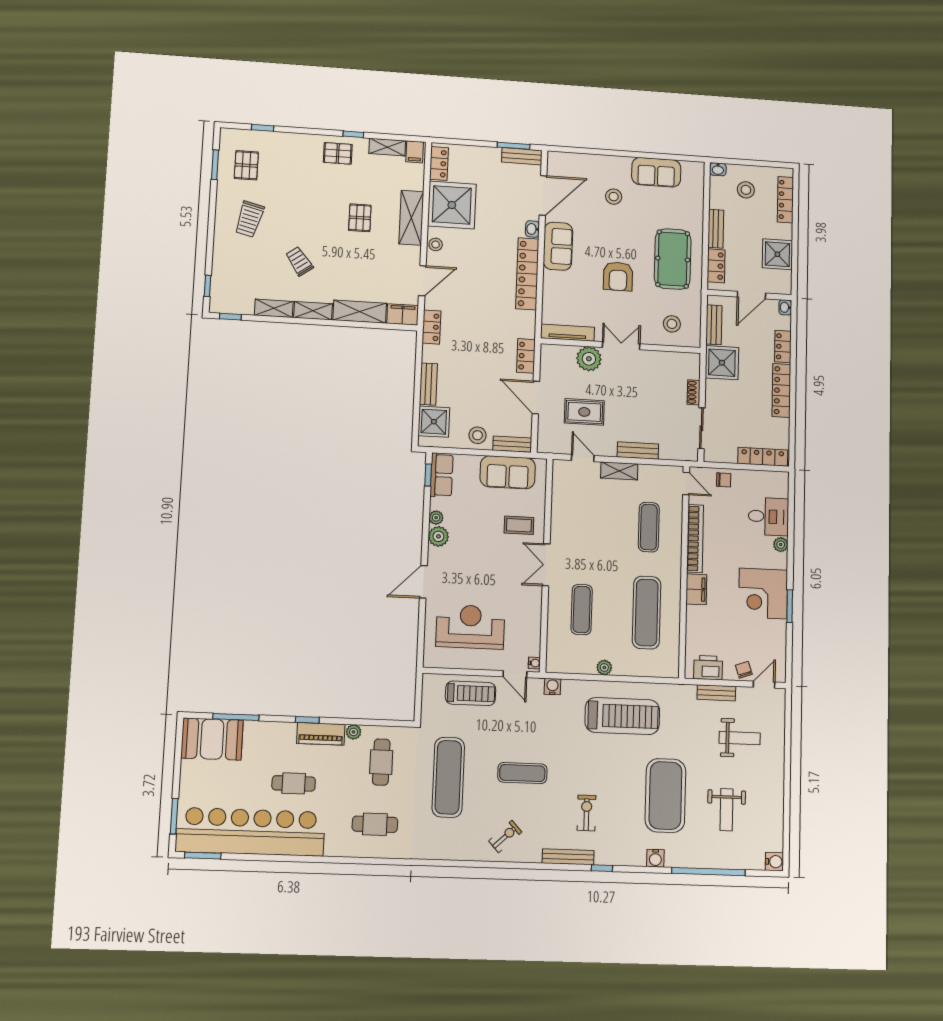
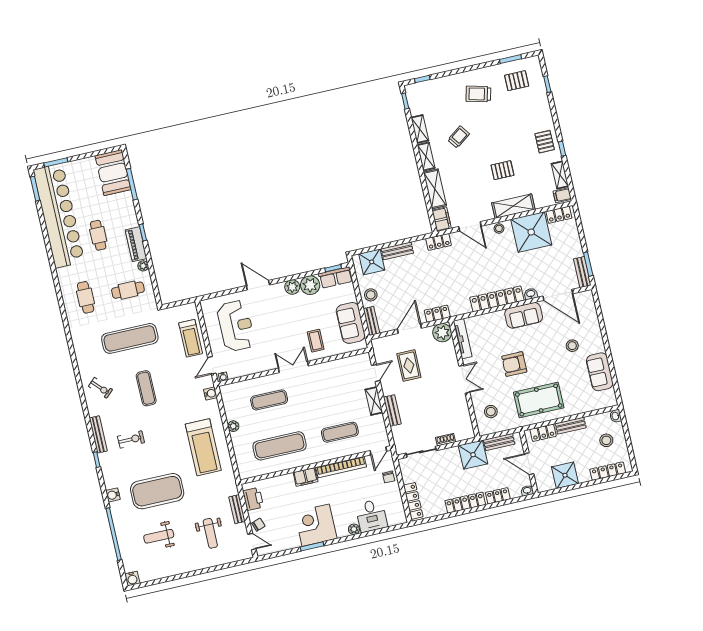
plant: (589, 359) -> (442, 333), moved
plant: (436, 518) -> (310, 285), width x1.88, depth x1.88

